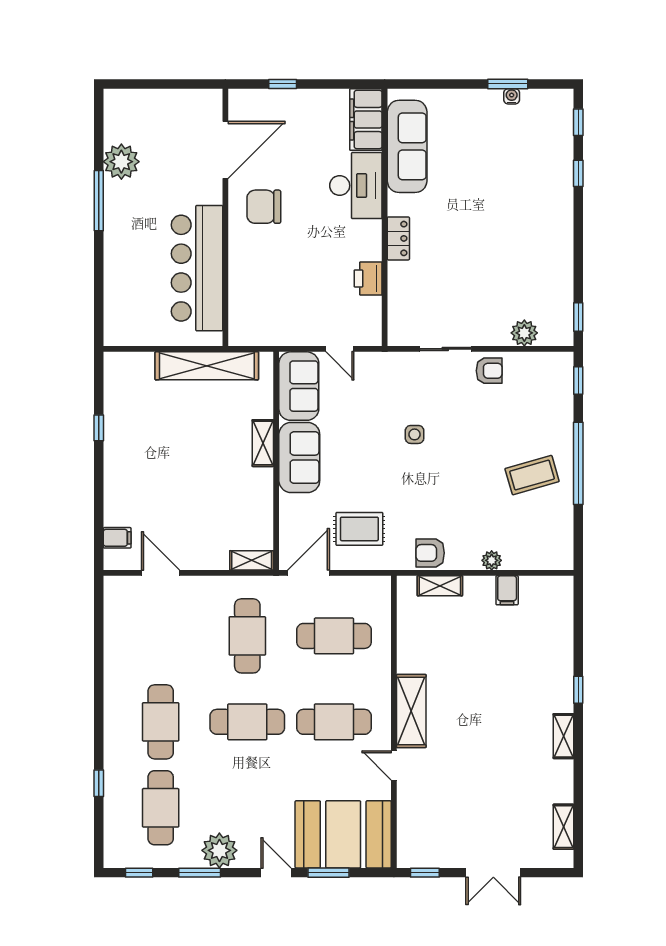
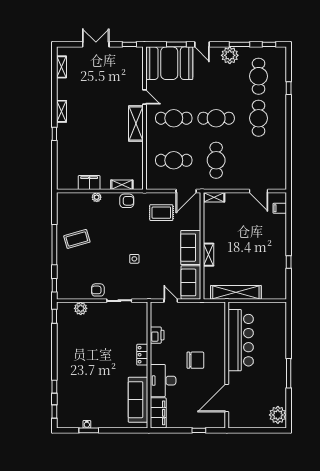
plant: (121, 162) -> (278, 415), moved
chair: (264, 207) -> (195, 360), moved
filing cabinet: (507, 590) -> (89, 183), width x2.00

